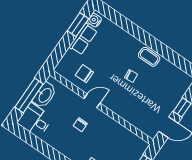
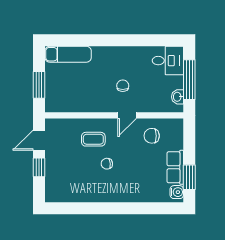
coffee table: (149, 57) -> (93, 139), moved
chair: (84, 74) -> (152, 136), turned 180
washbasin: (45, 95) -> (178, 97), width x0.52, depth x0.69

